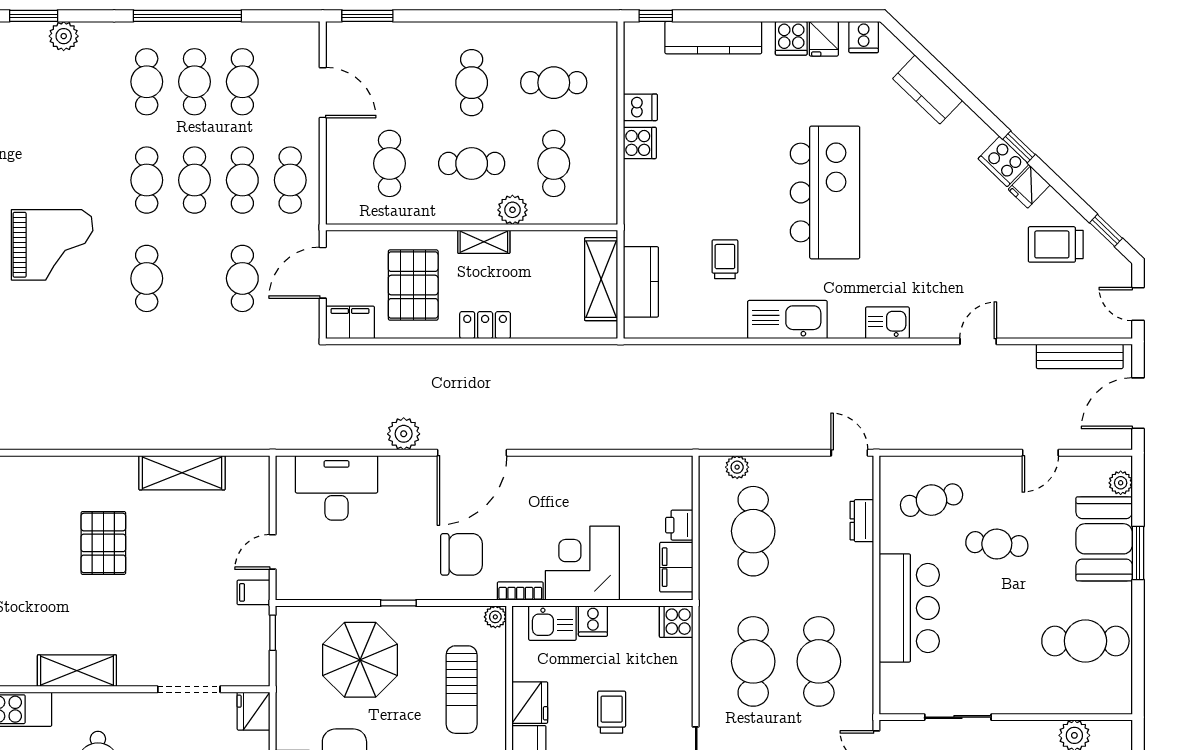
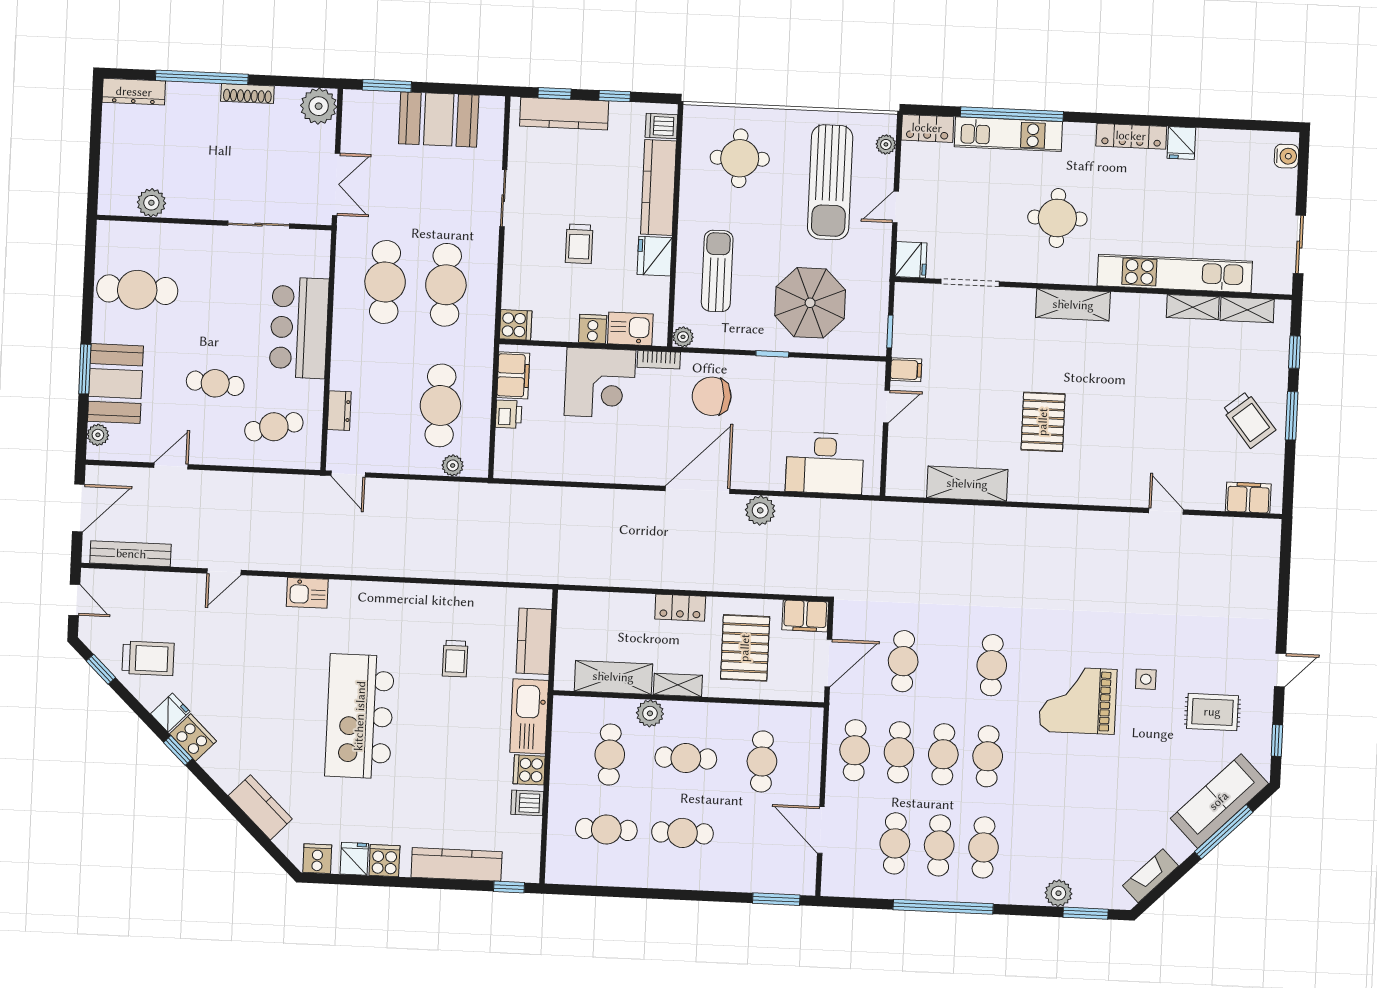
cafe table: (472, 83) -> (682, 833), turned 90
shelving: (601, 279) -> (613, 677), moved, turned 90
kitchen sink: (787, 320) -> (529, 716), moved, turned 90

